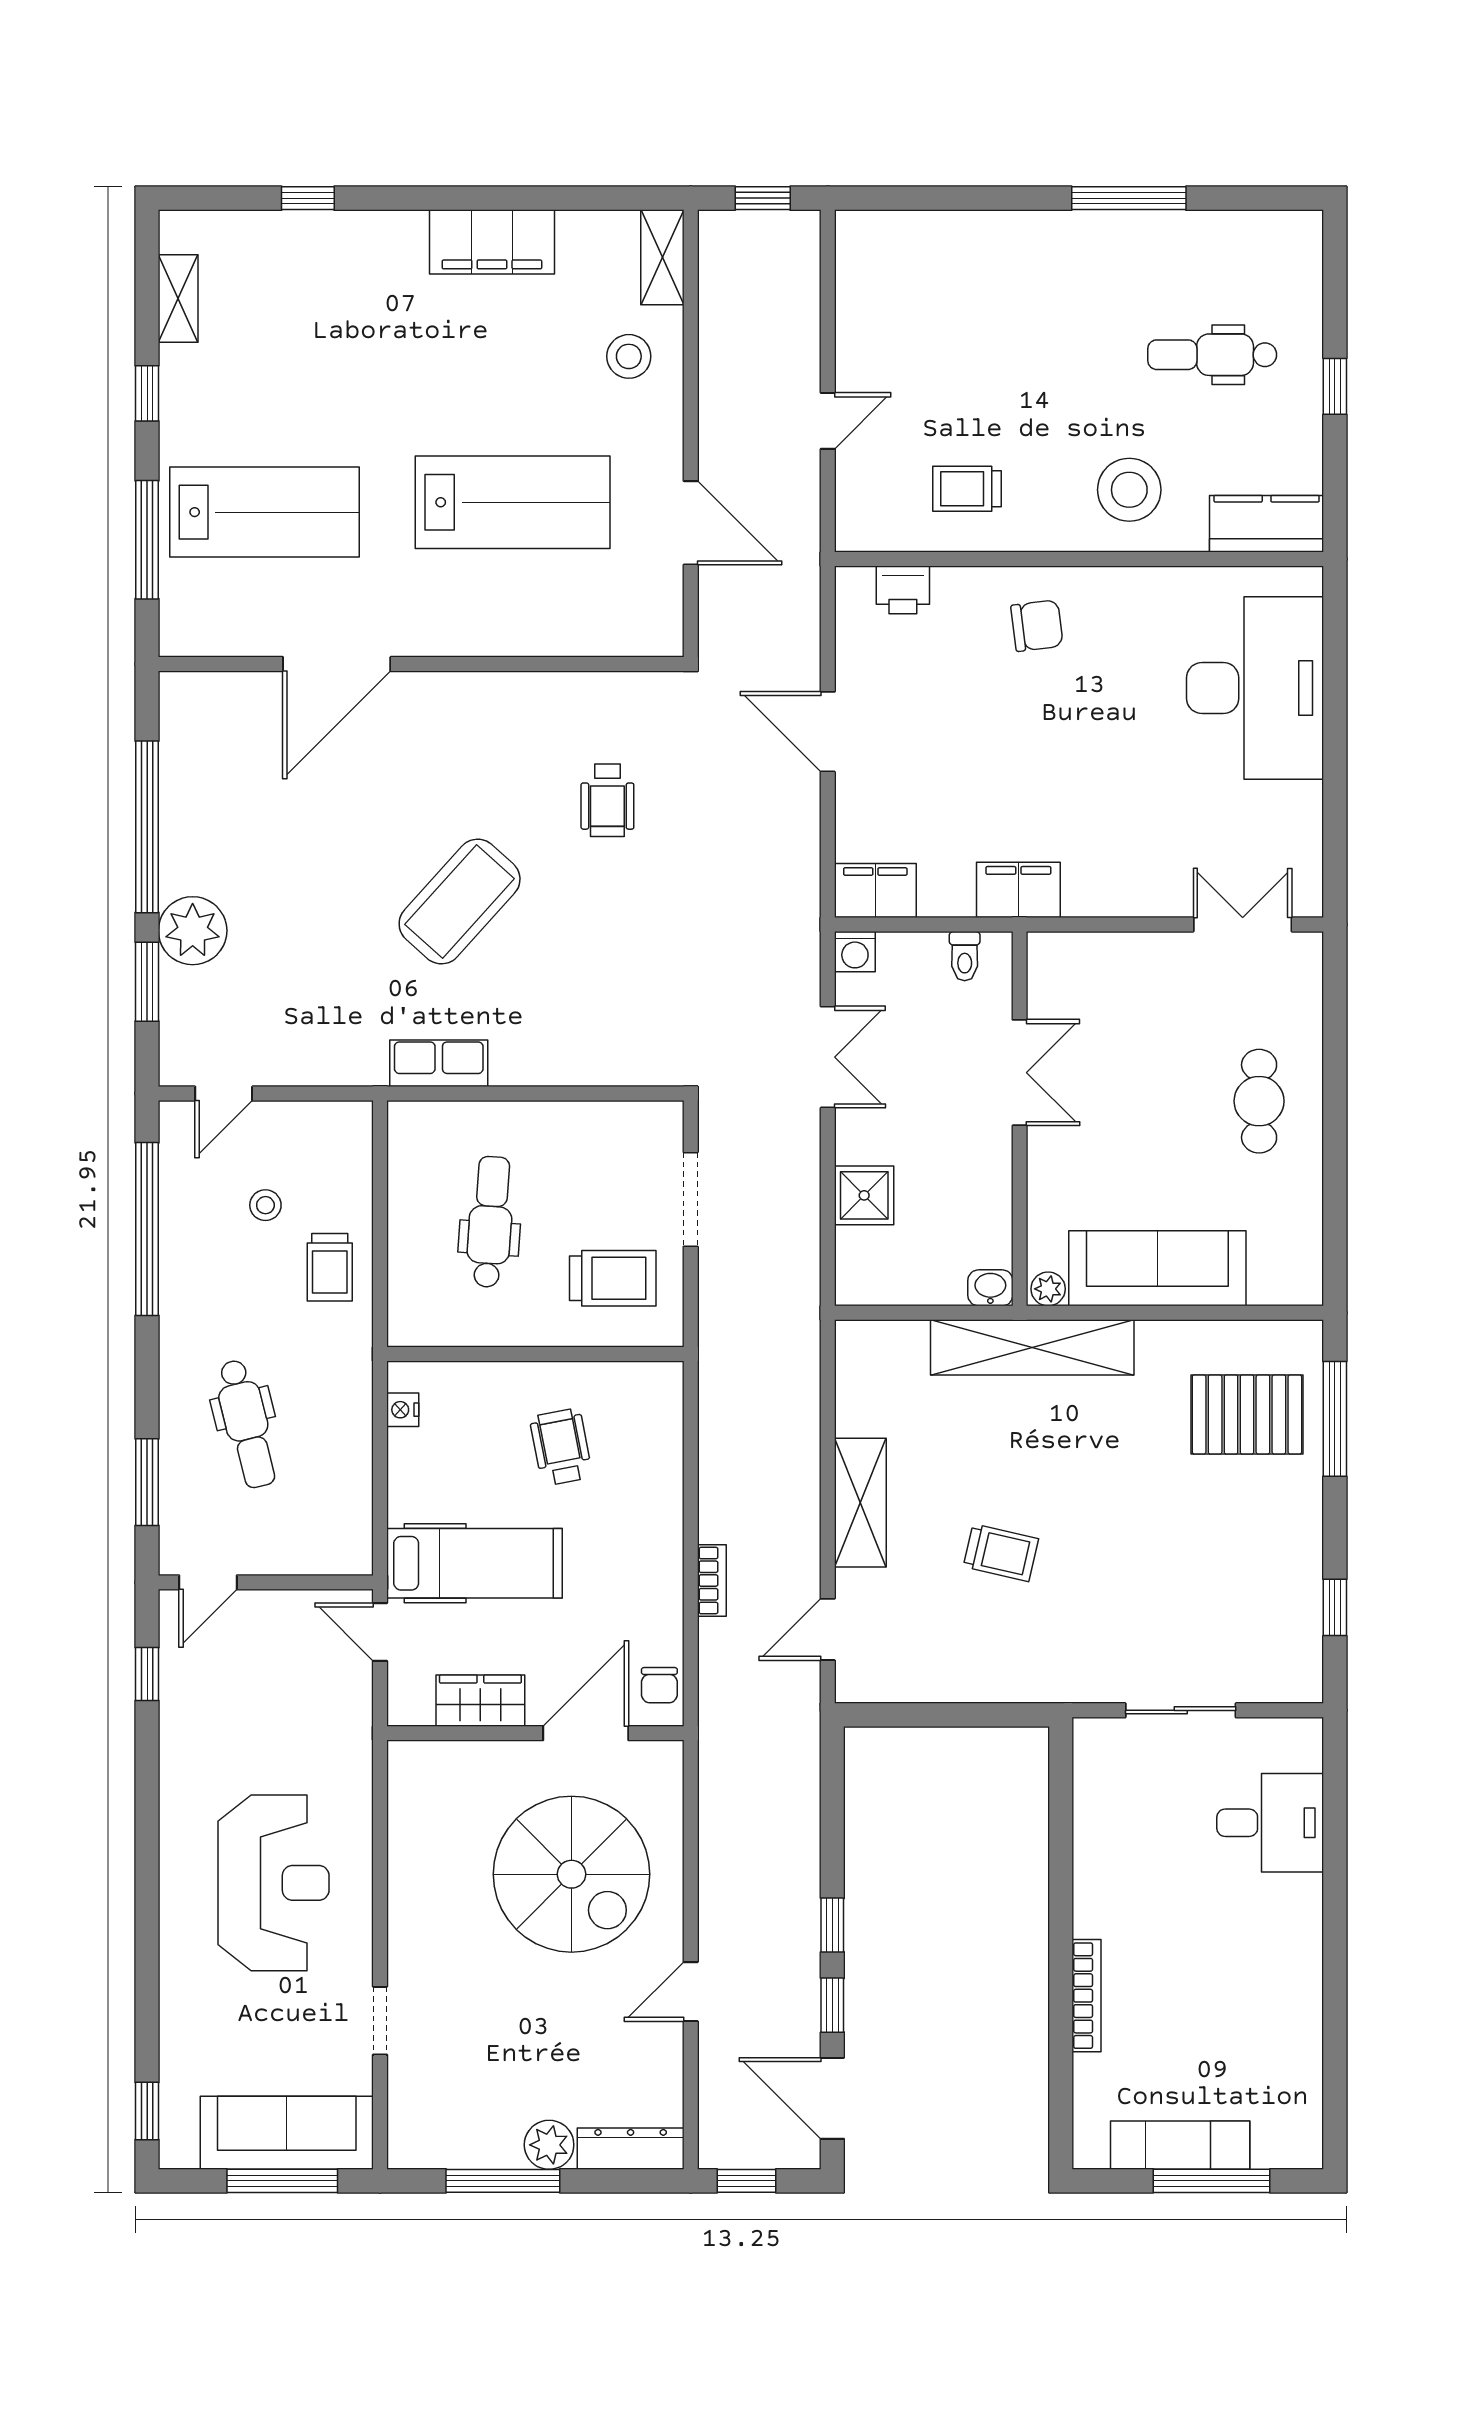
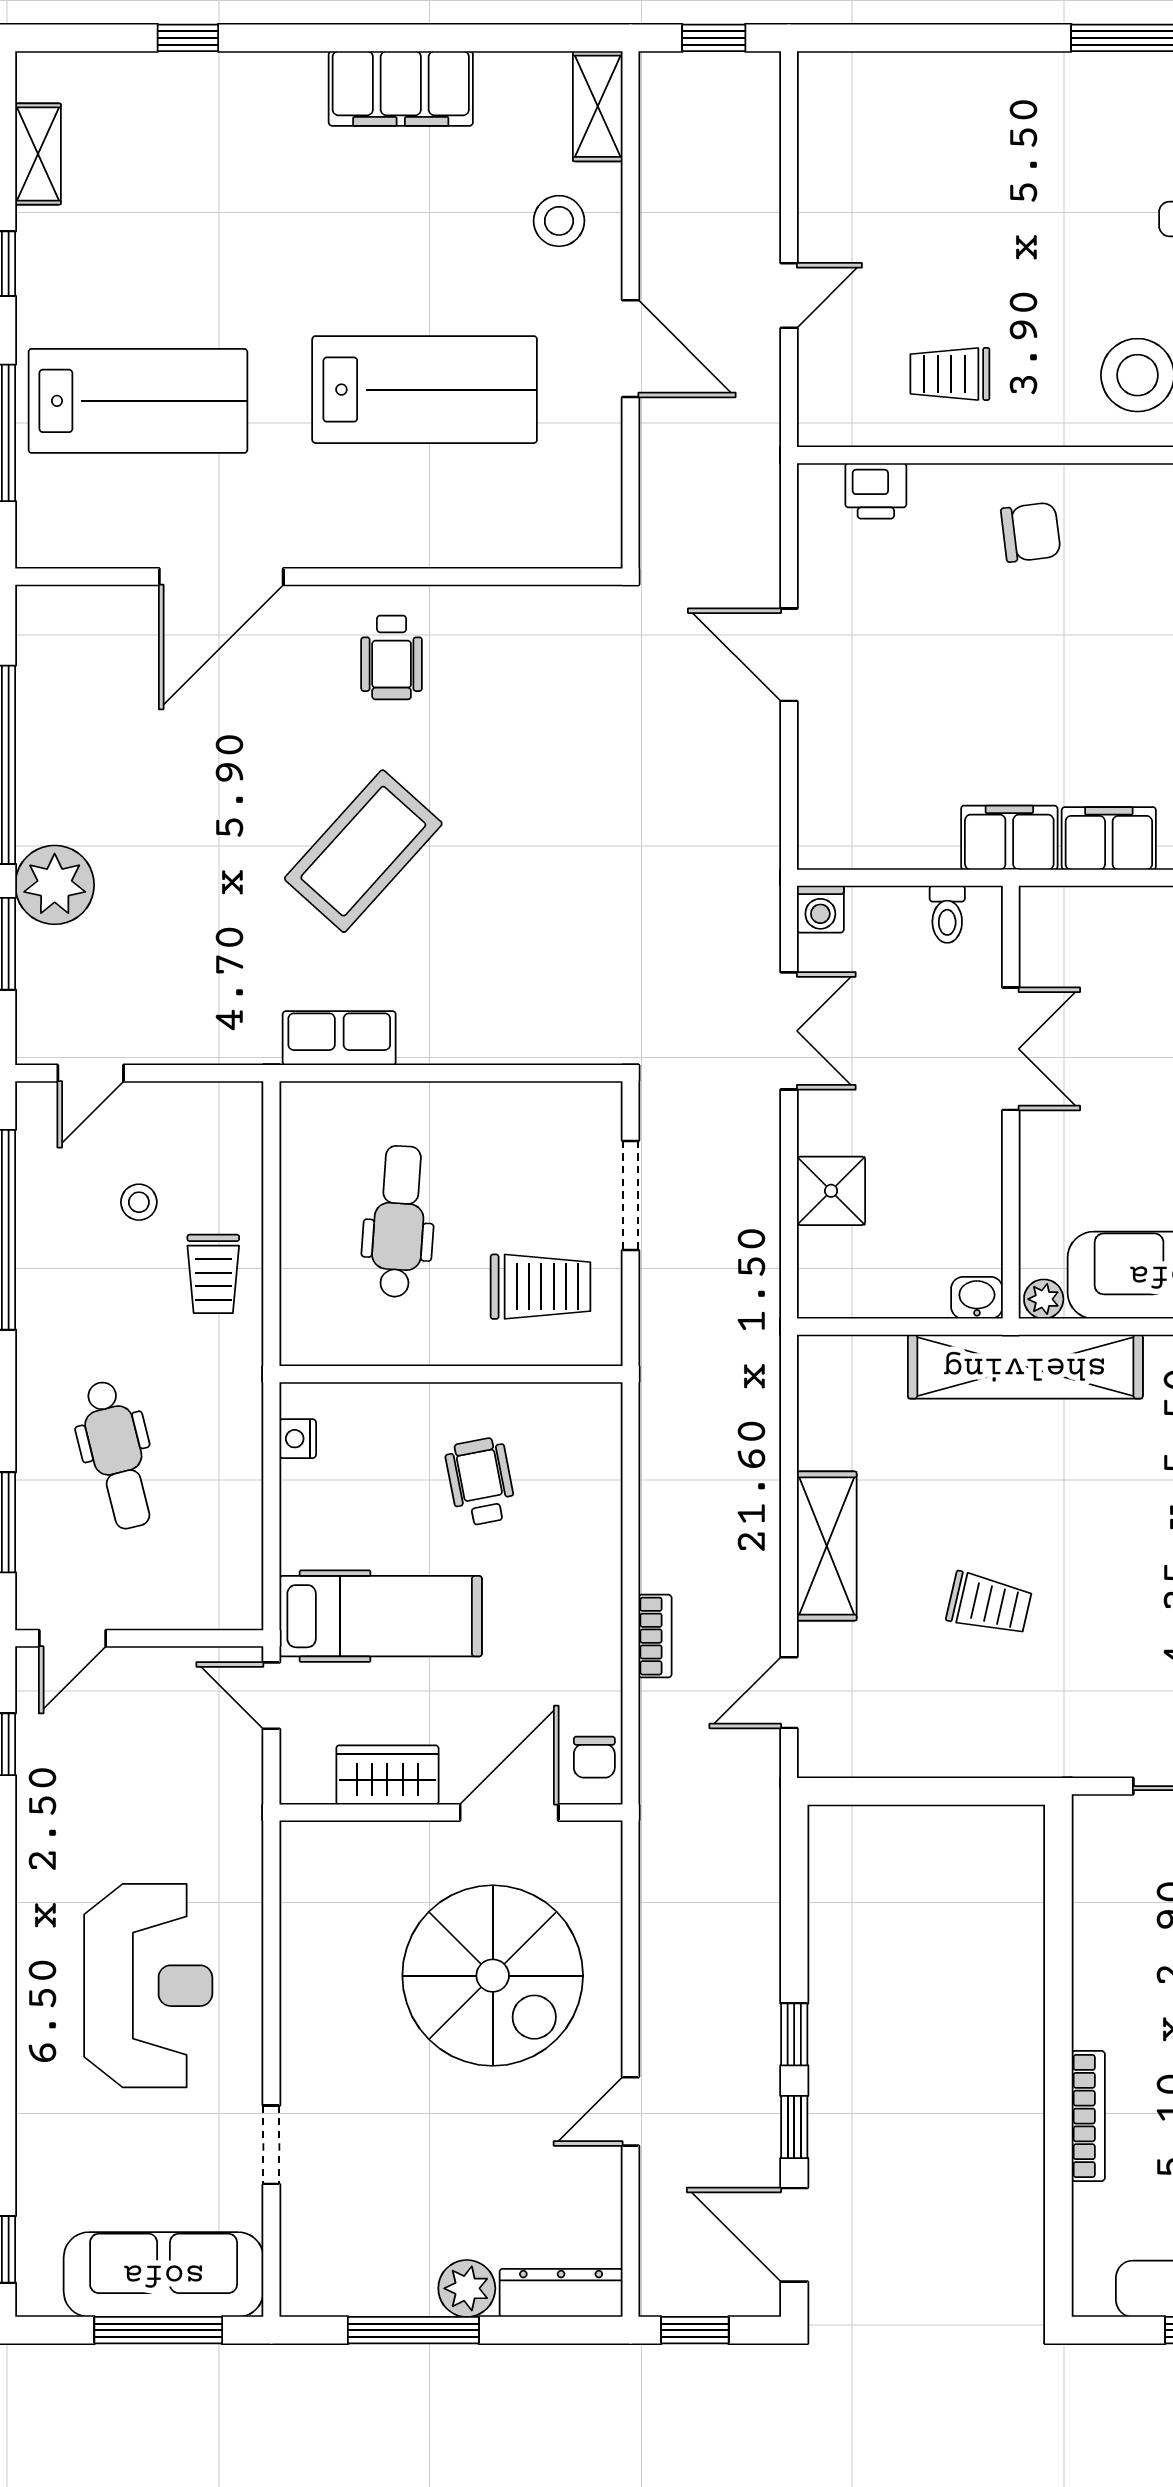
door: (691, 523) -> (631, 349), moved
wheelchair: (607, 800) -> (392, 657), moved
filing cabinet: (875, 890) -> (1109, 838), moved

